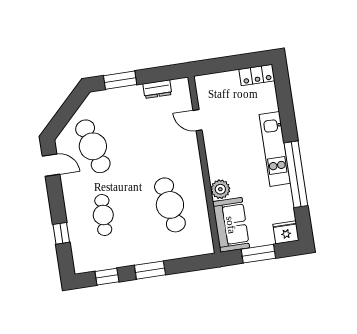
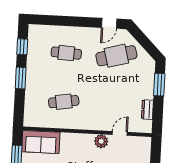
plant: (220, 189) -> (101, 141), moved
cafe table: (170, 205) -> (64, 102), width x0.73, depth x0.74
window: (61, 233) -> (59, 21), removed

